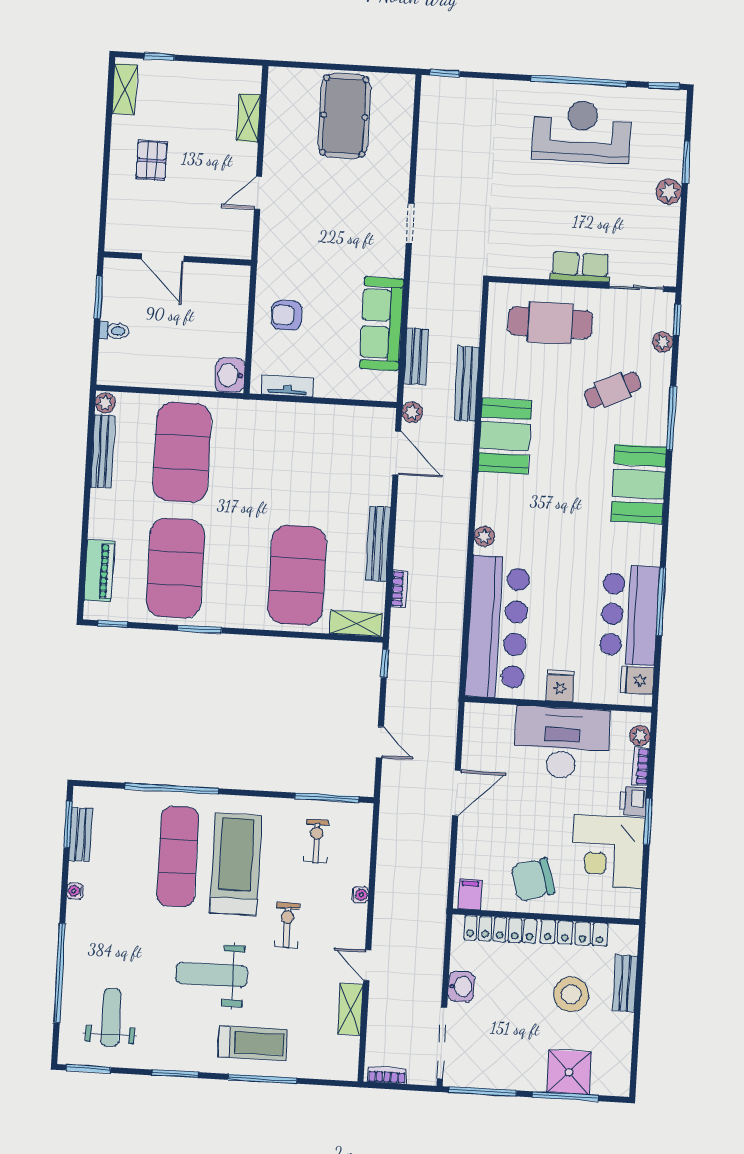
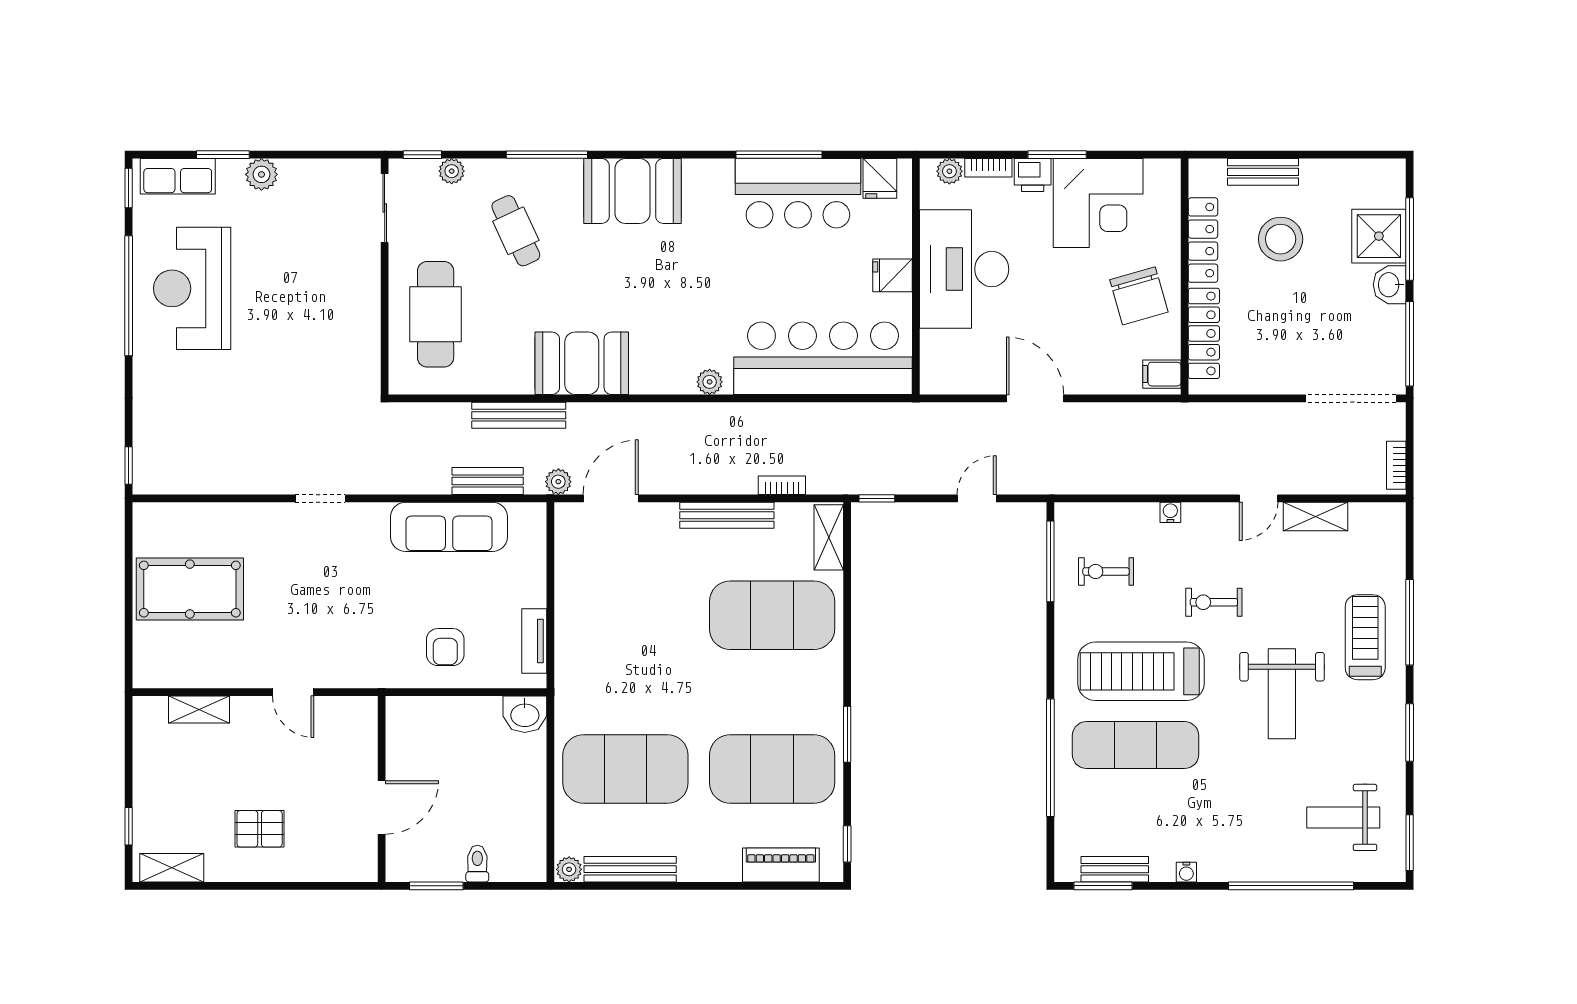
row of seats: (580, 267) -> (178, 176), moved, turned -90
washbasin: (461, 986) -> (1390, 285), moved, turned -90

